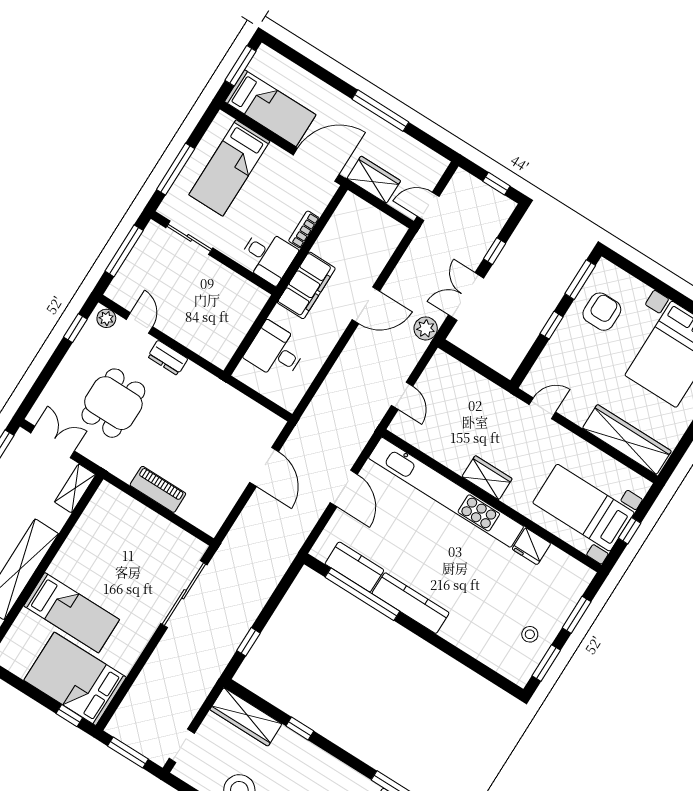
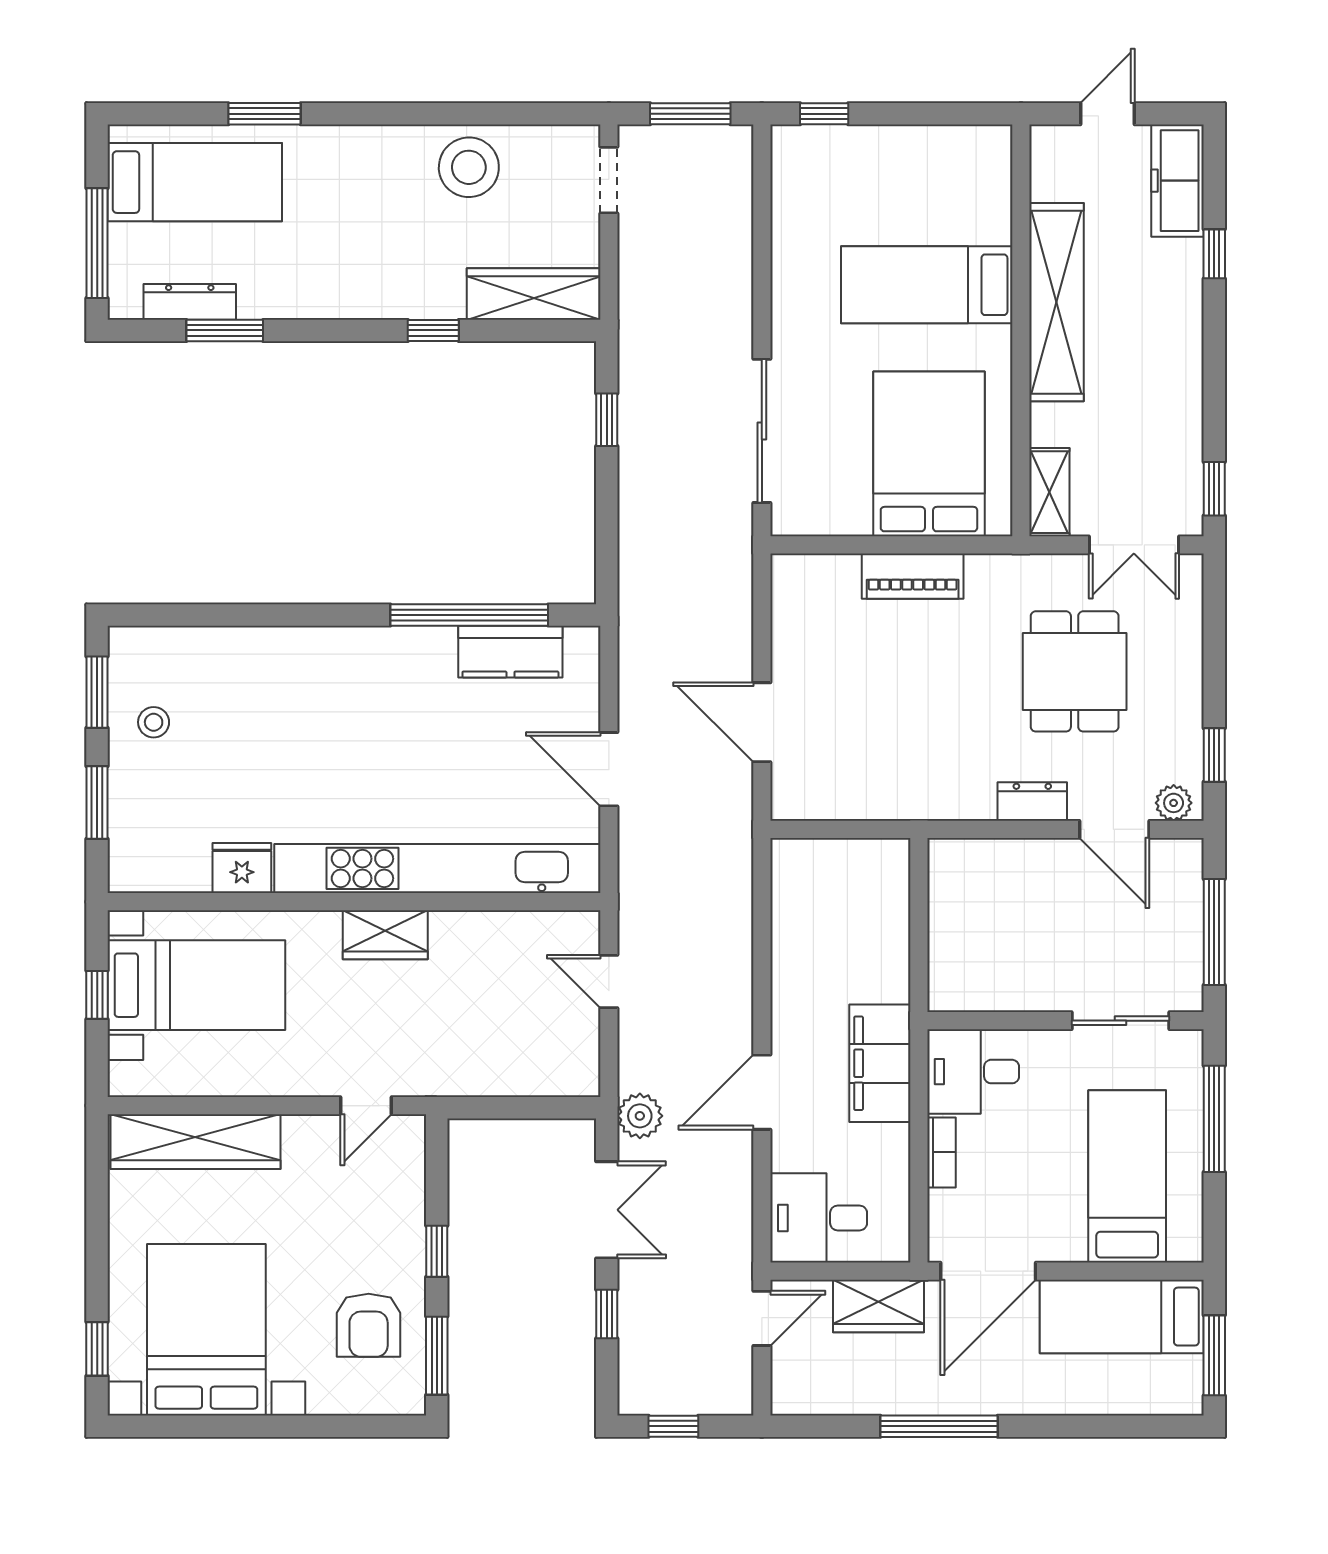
door: (139, 323) -> (1114, 829), width x1.38
desk: (276, 351) -> (819, 1218), moved, turned 180
kitchen counter: (410, 603) -> (381, 650), removed
bed: (75, 679) -> (929, 454), moved, turned -90

